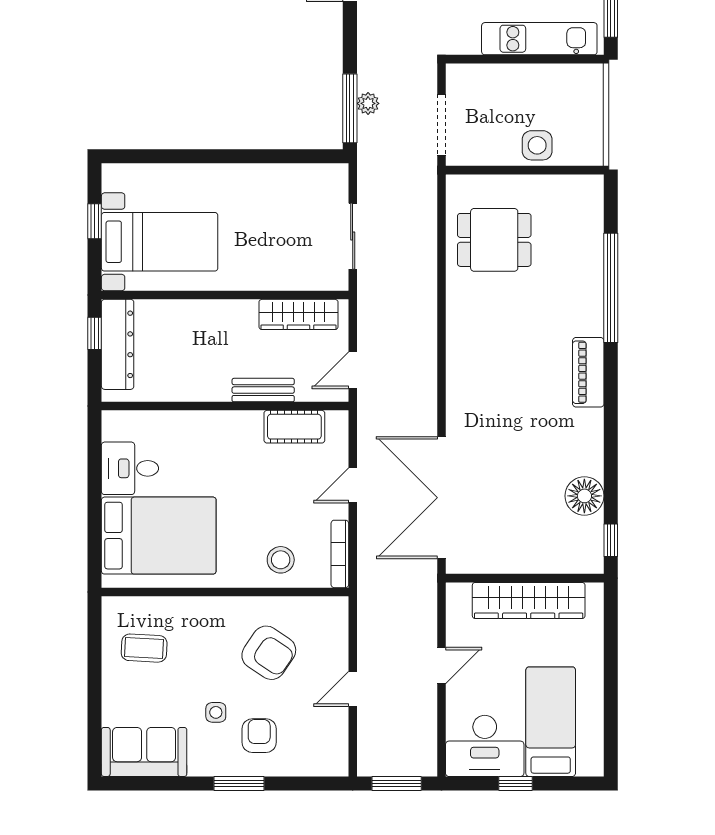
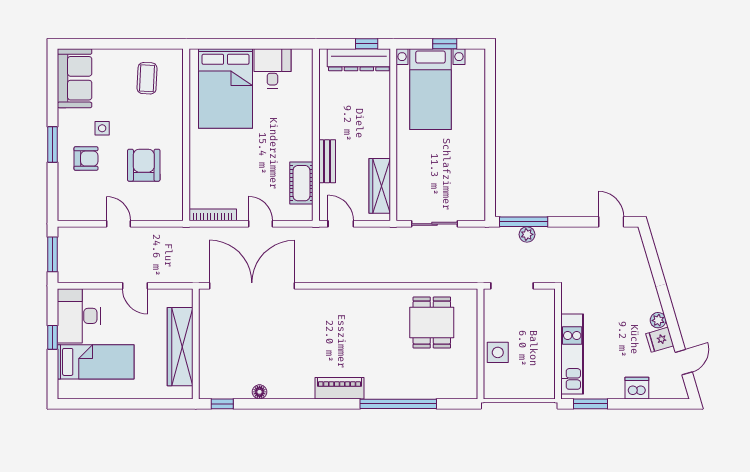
floor lamp: (584, 496) -> (260, 392), width x0.53, depth x0.53
stool: (281, 560) -> (209, 174), removed
armchair: (269, 653) -> (144, 165), turned 146

